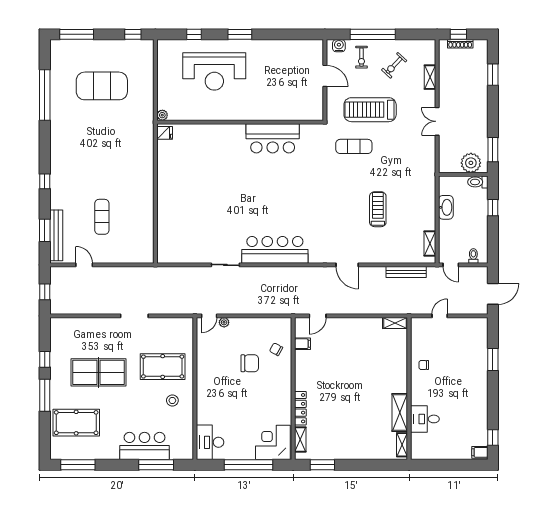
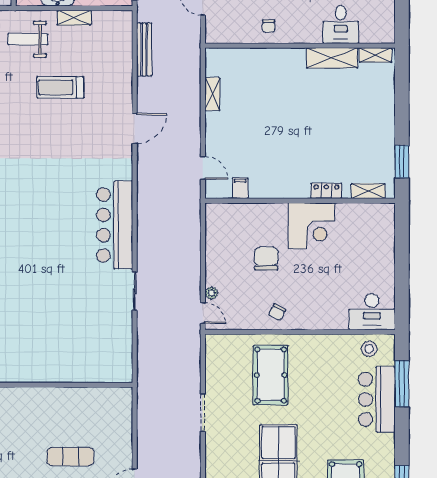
weight bench: (414, 185) -> (28, 39), added
shelving: (430, 244) -> (74, 18), moved
shelving: (395, 323) -> (212, 94), moved
chair: (276, 349) -> (277, 312), moved
stool: (172, 400) -> (369, 349), moved
locker: (300, 408) -> (326, 191), width x0.66
corner desk: (273, 442) -> (312, 226), moved, turned -90
window: (248, 465) -> (402, 260), removed

